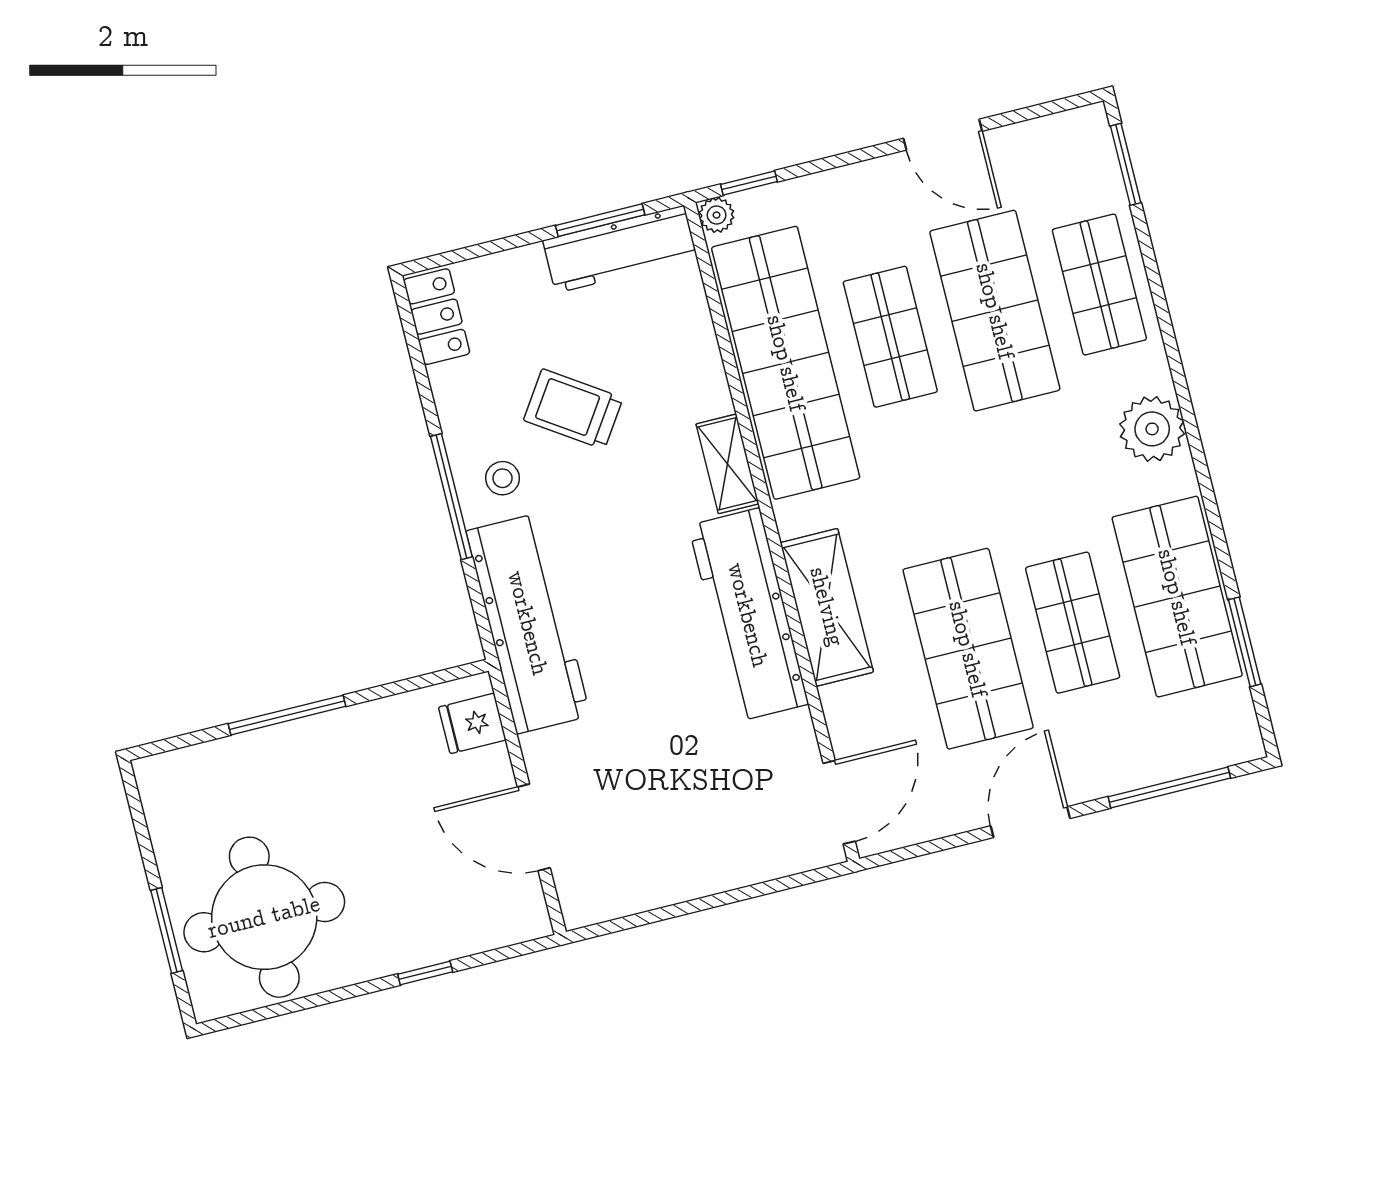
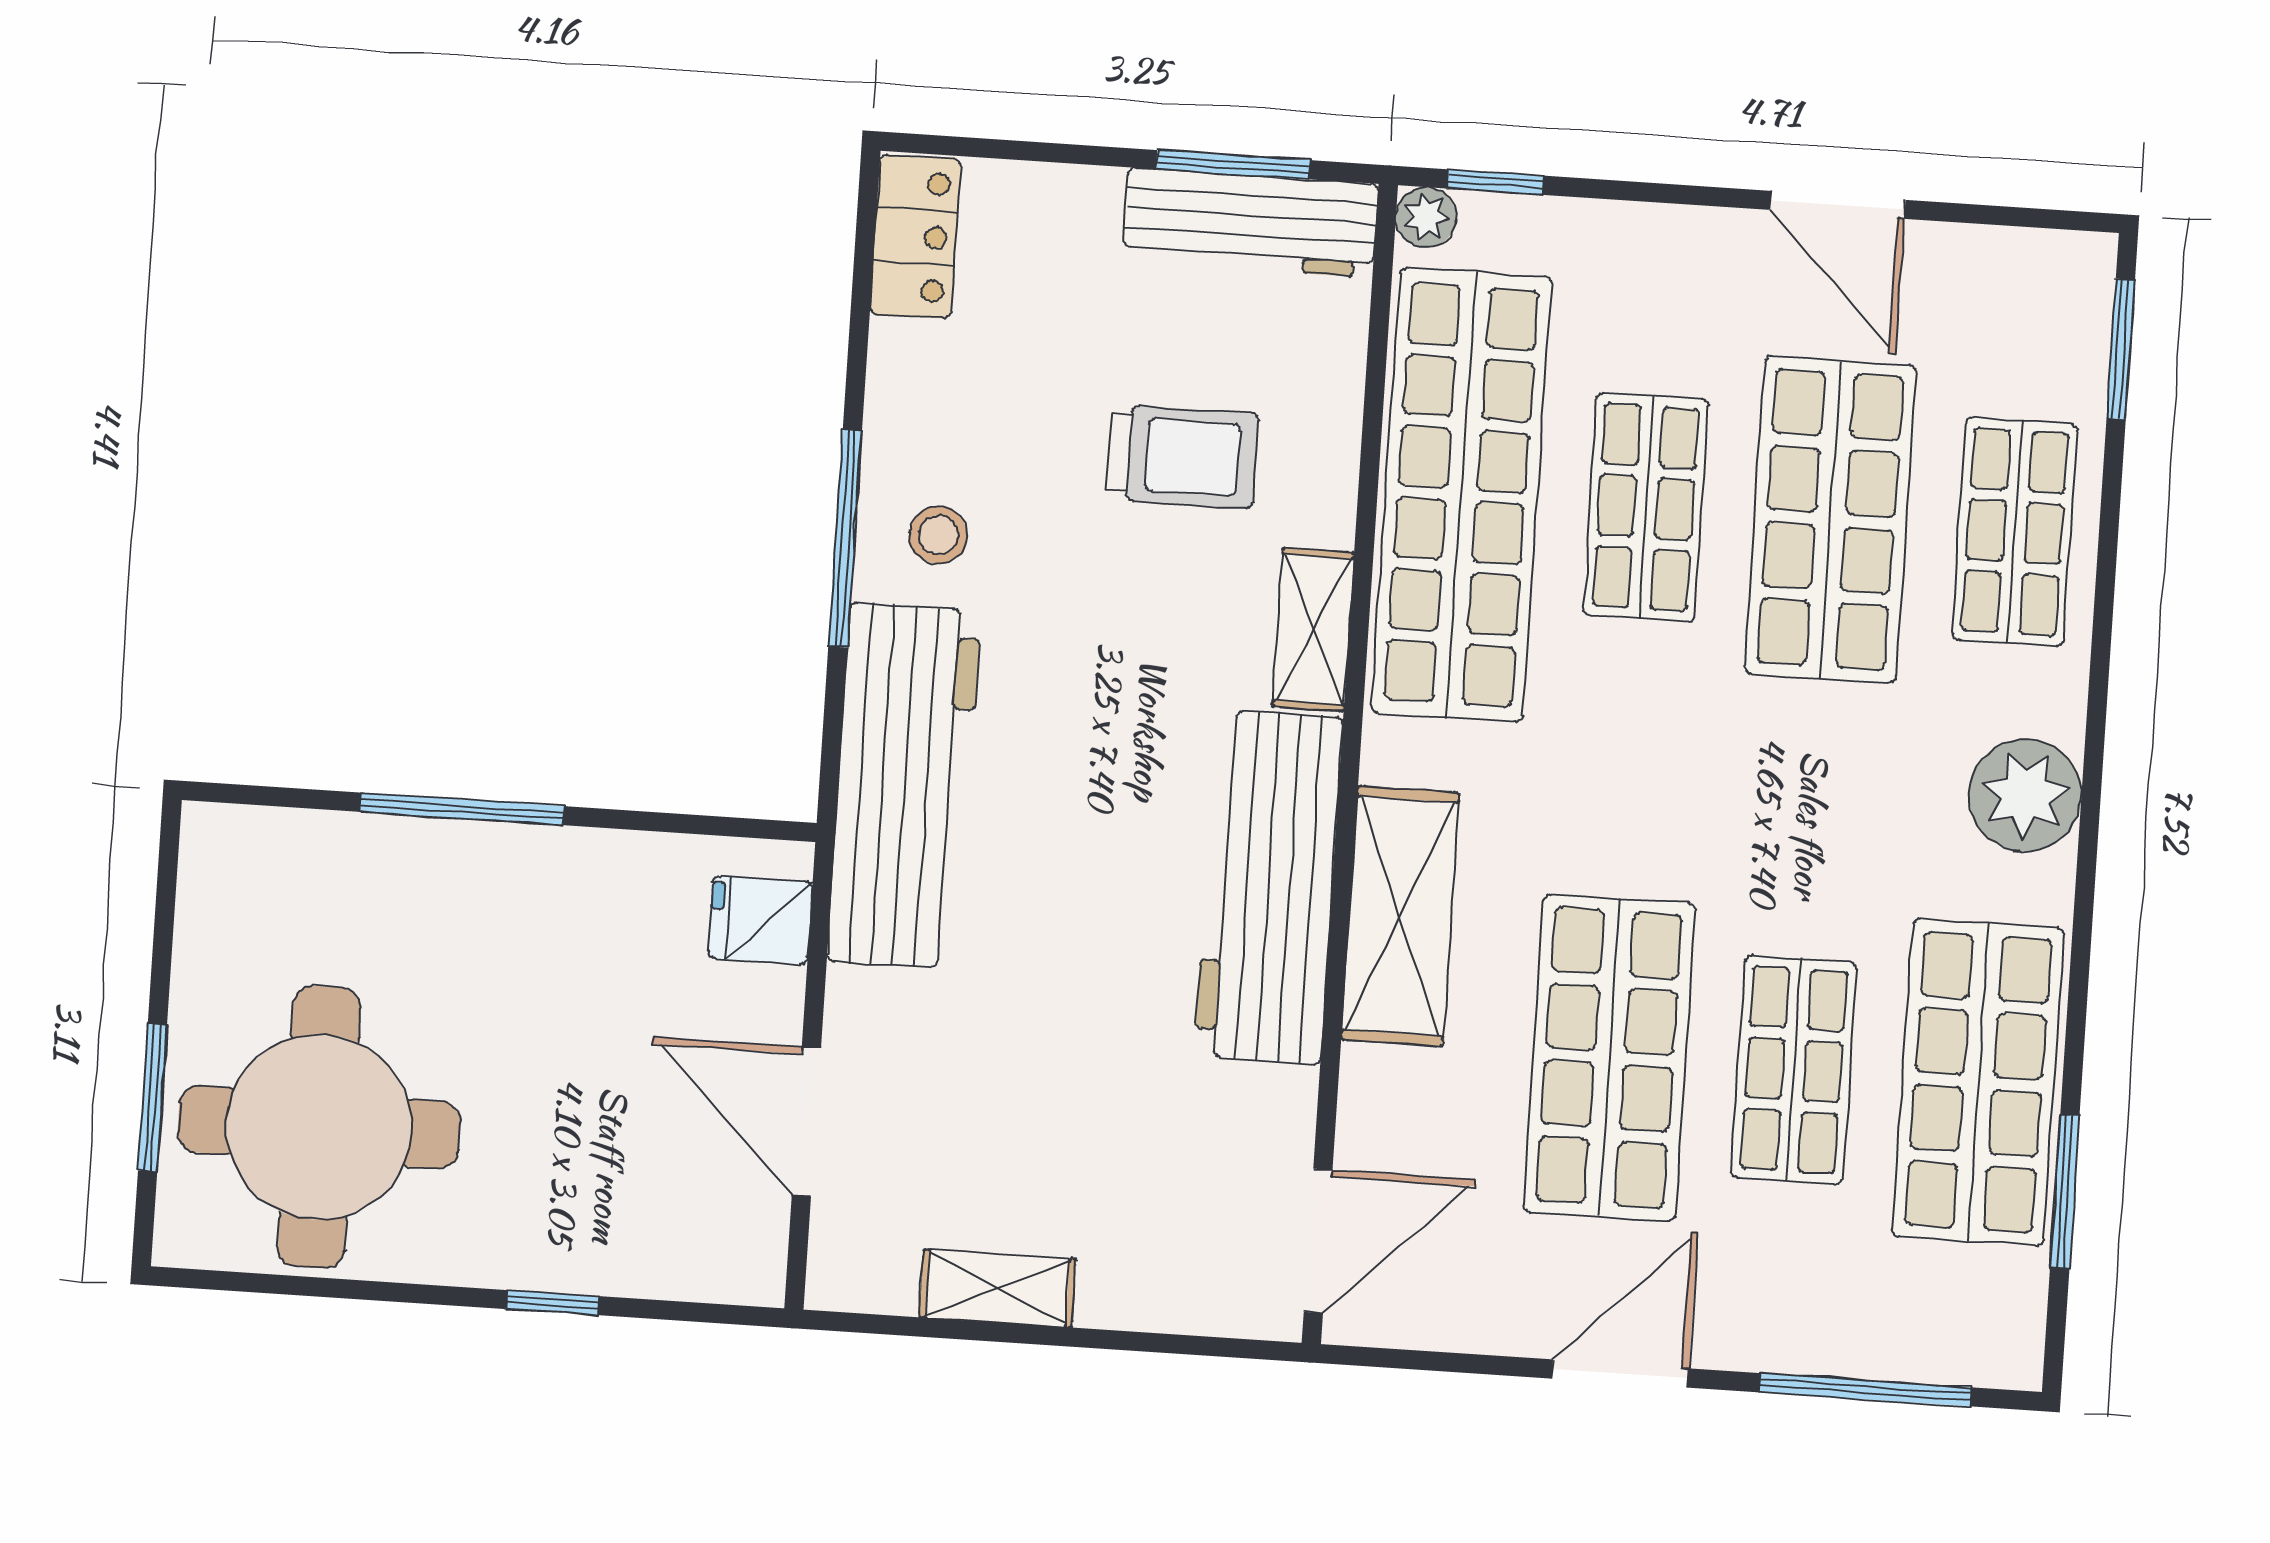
trolley: (573, 409) -> (1182, 456), moved, turned 146
shelving: (670, 886) -> (998, 1288), added

